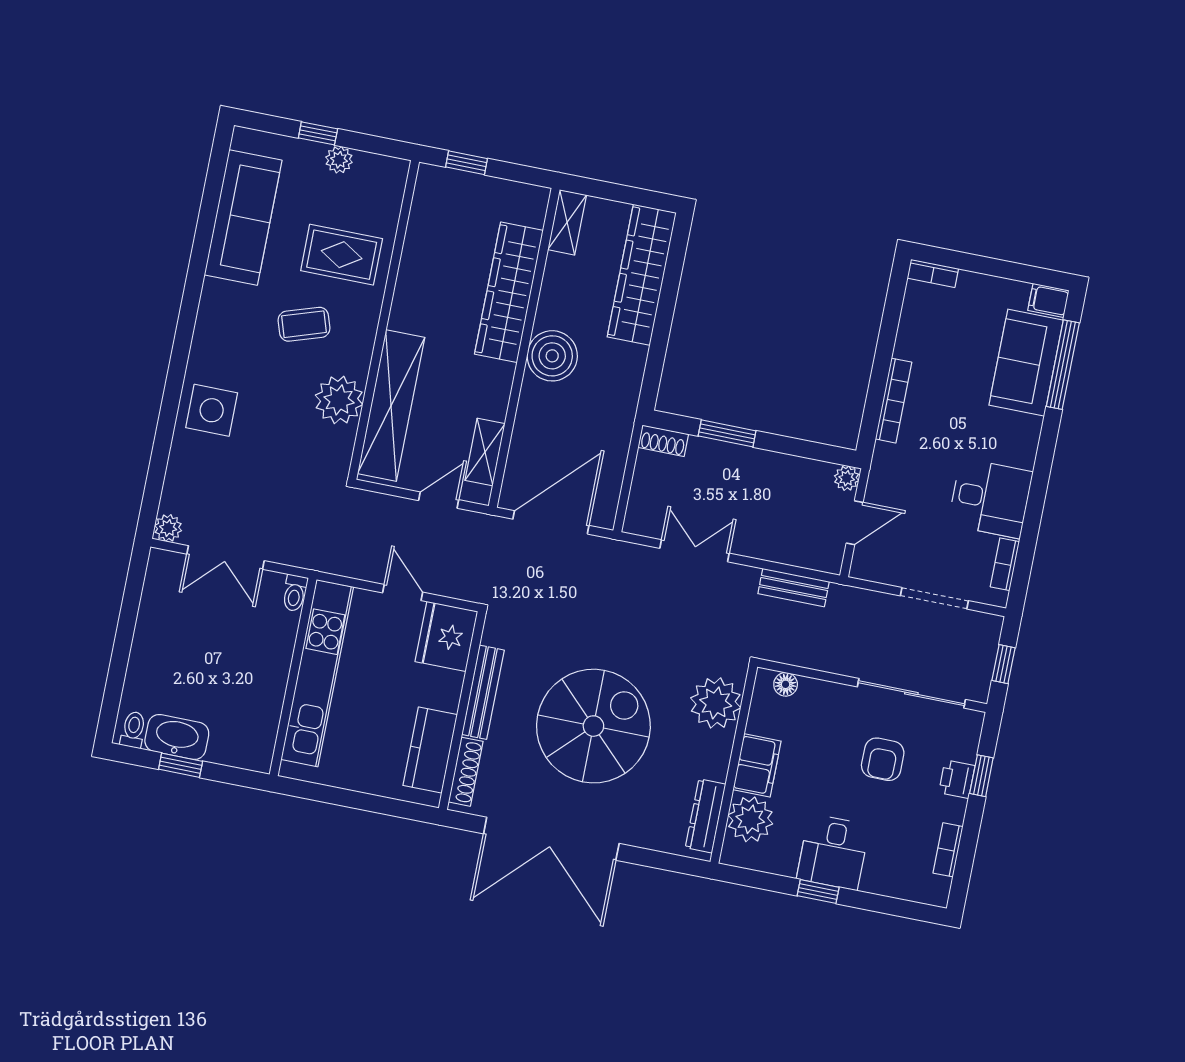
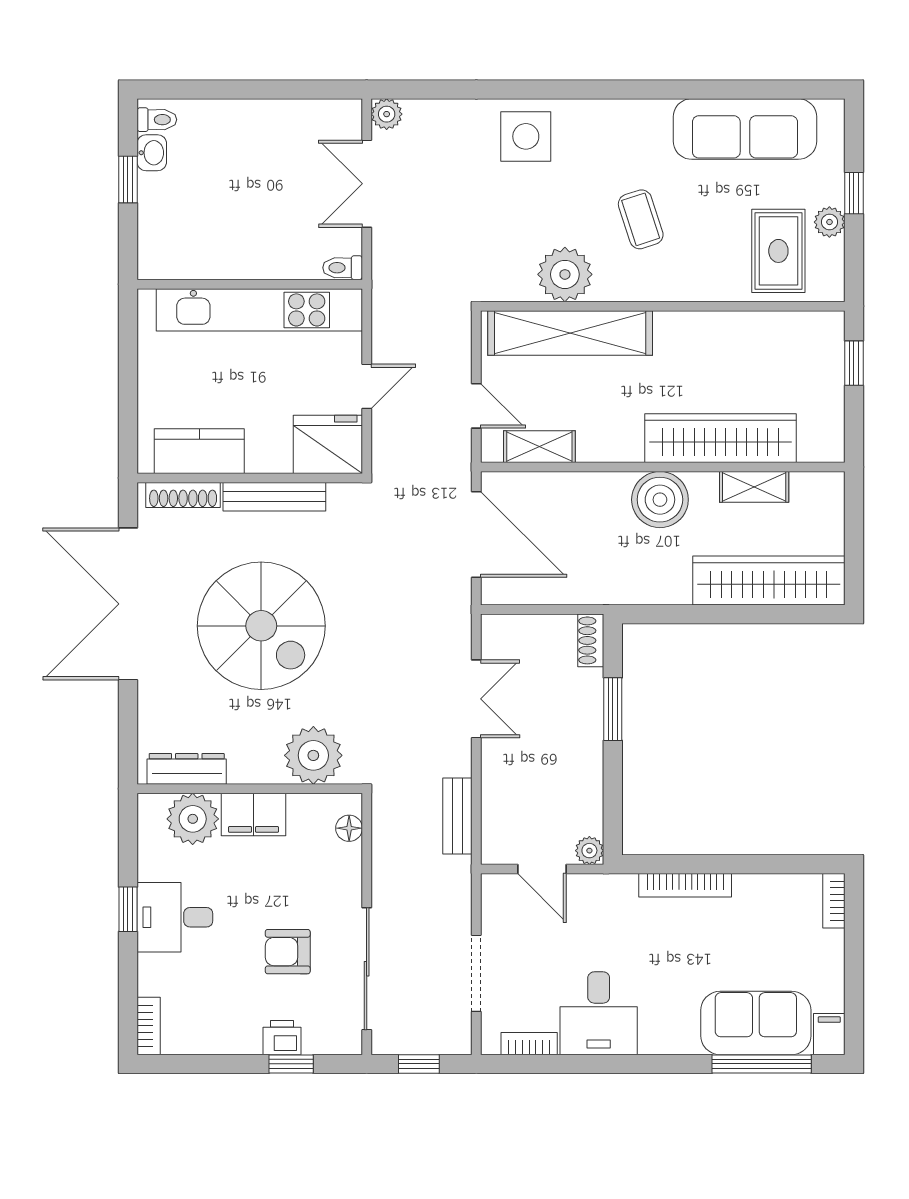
shelving: (567, 222) -> (754, 487), moved
rug: (342, 255) -> (778, 251), moved
washbasin: (177, 737) -> (152, 153), width x0.52, depth x0.69
bookcase: (948, 850) -> (149, 1026), moved, turned 90

